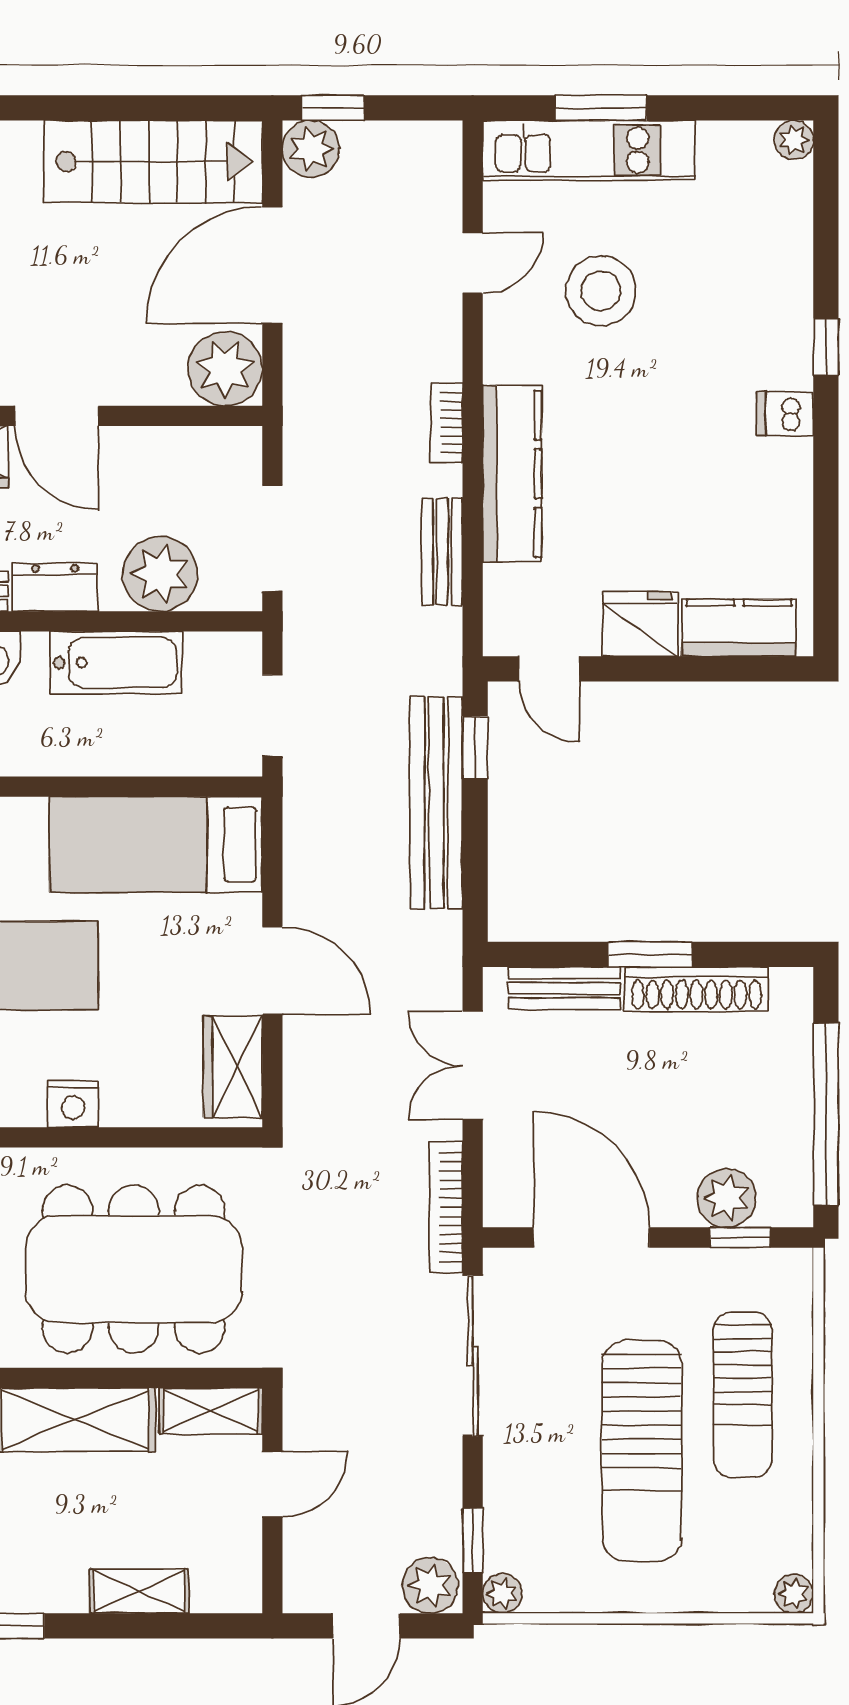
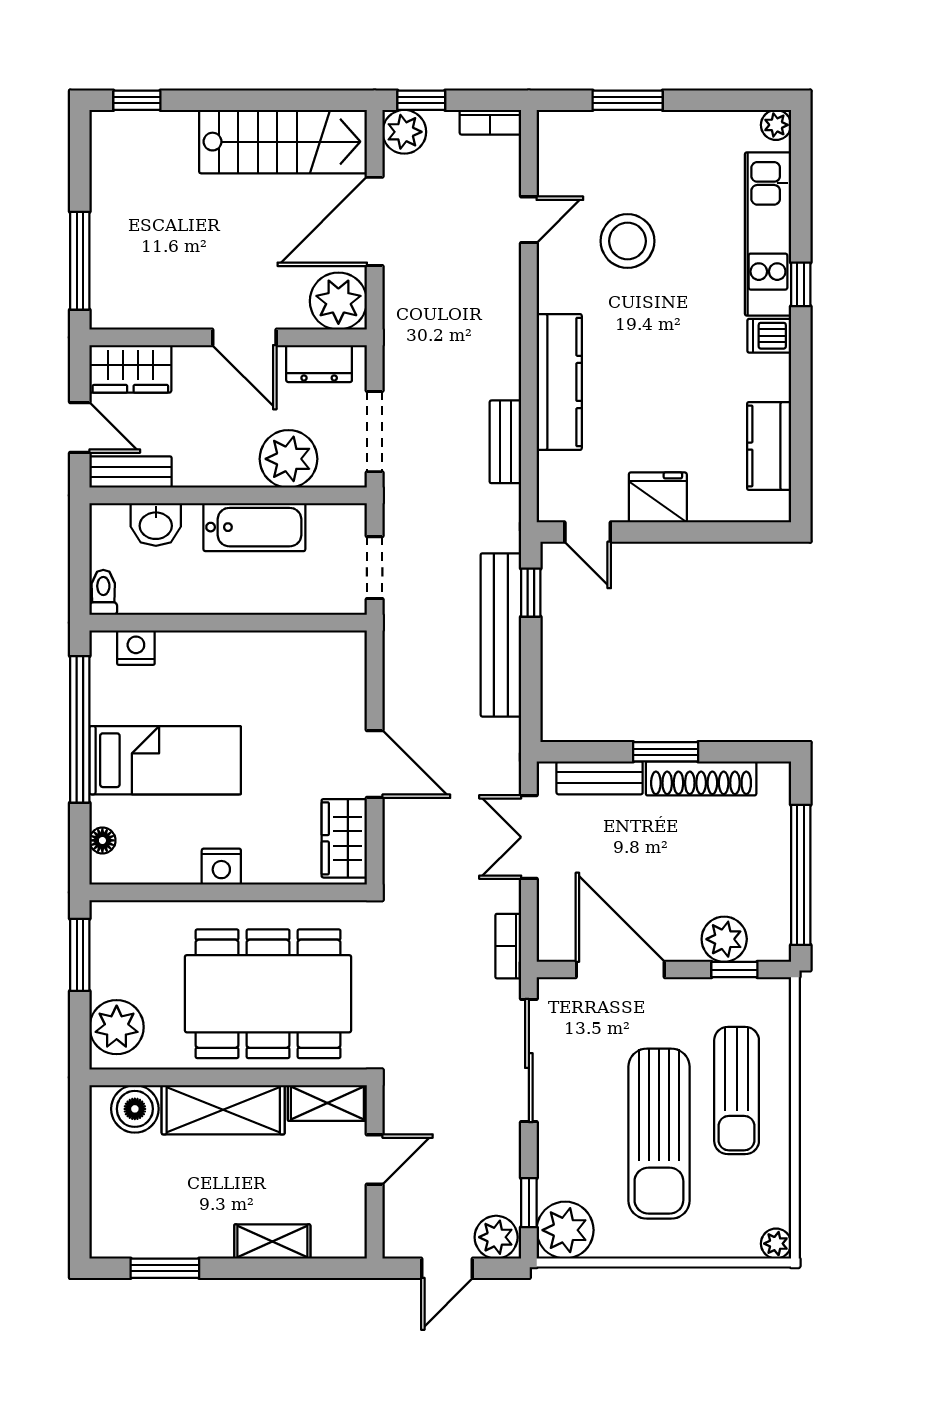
kitchen unit: (589, 150) -> (768, 234), moved, turned 90
door: (57, 416) -> (244, 337), moved
bookcase: (447, 423) -> (490, 122), moved, turned -90
dresser: (55, 587) -> (319, 364), moved, turned 180
kitchen counter: (739, 628) -> (769, 446), moved, turned -90
bed: (156, 844) -> (285, 667), removed
bookcase: (446, 1207) -> (508, 946), width x0.64
plant: (502, 1594) -> (565, 1230), width x1.87, depth x1.87

